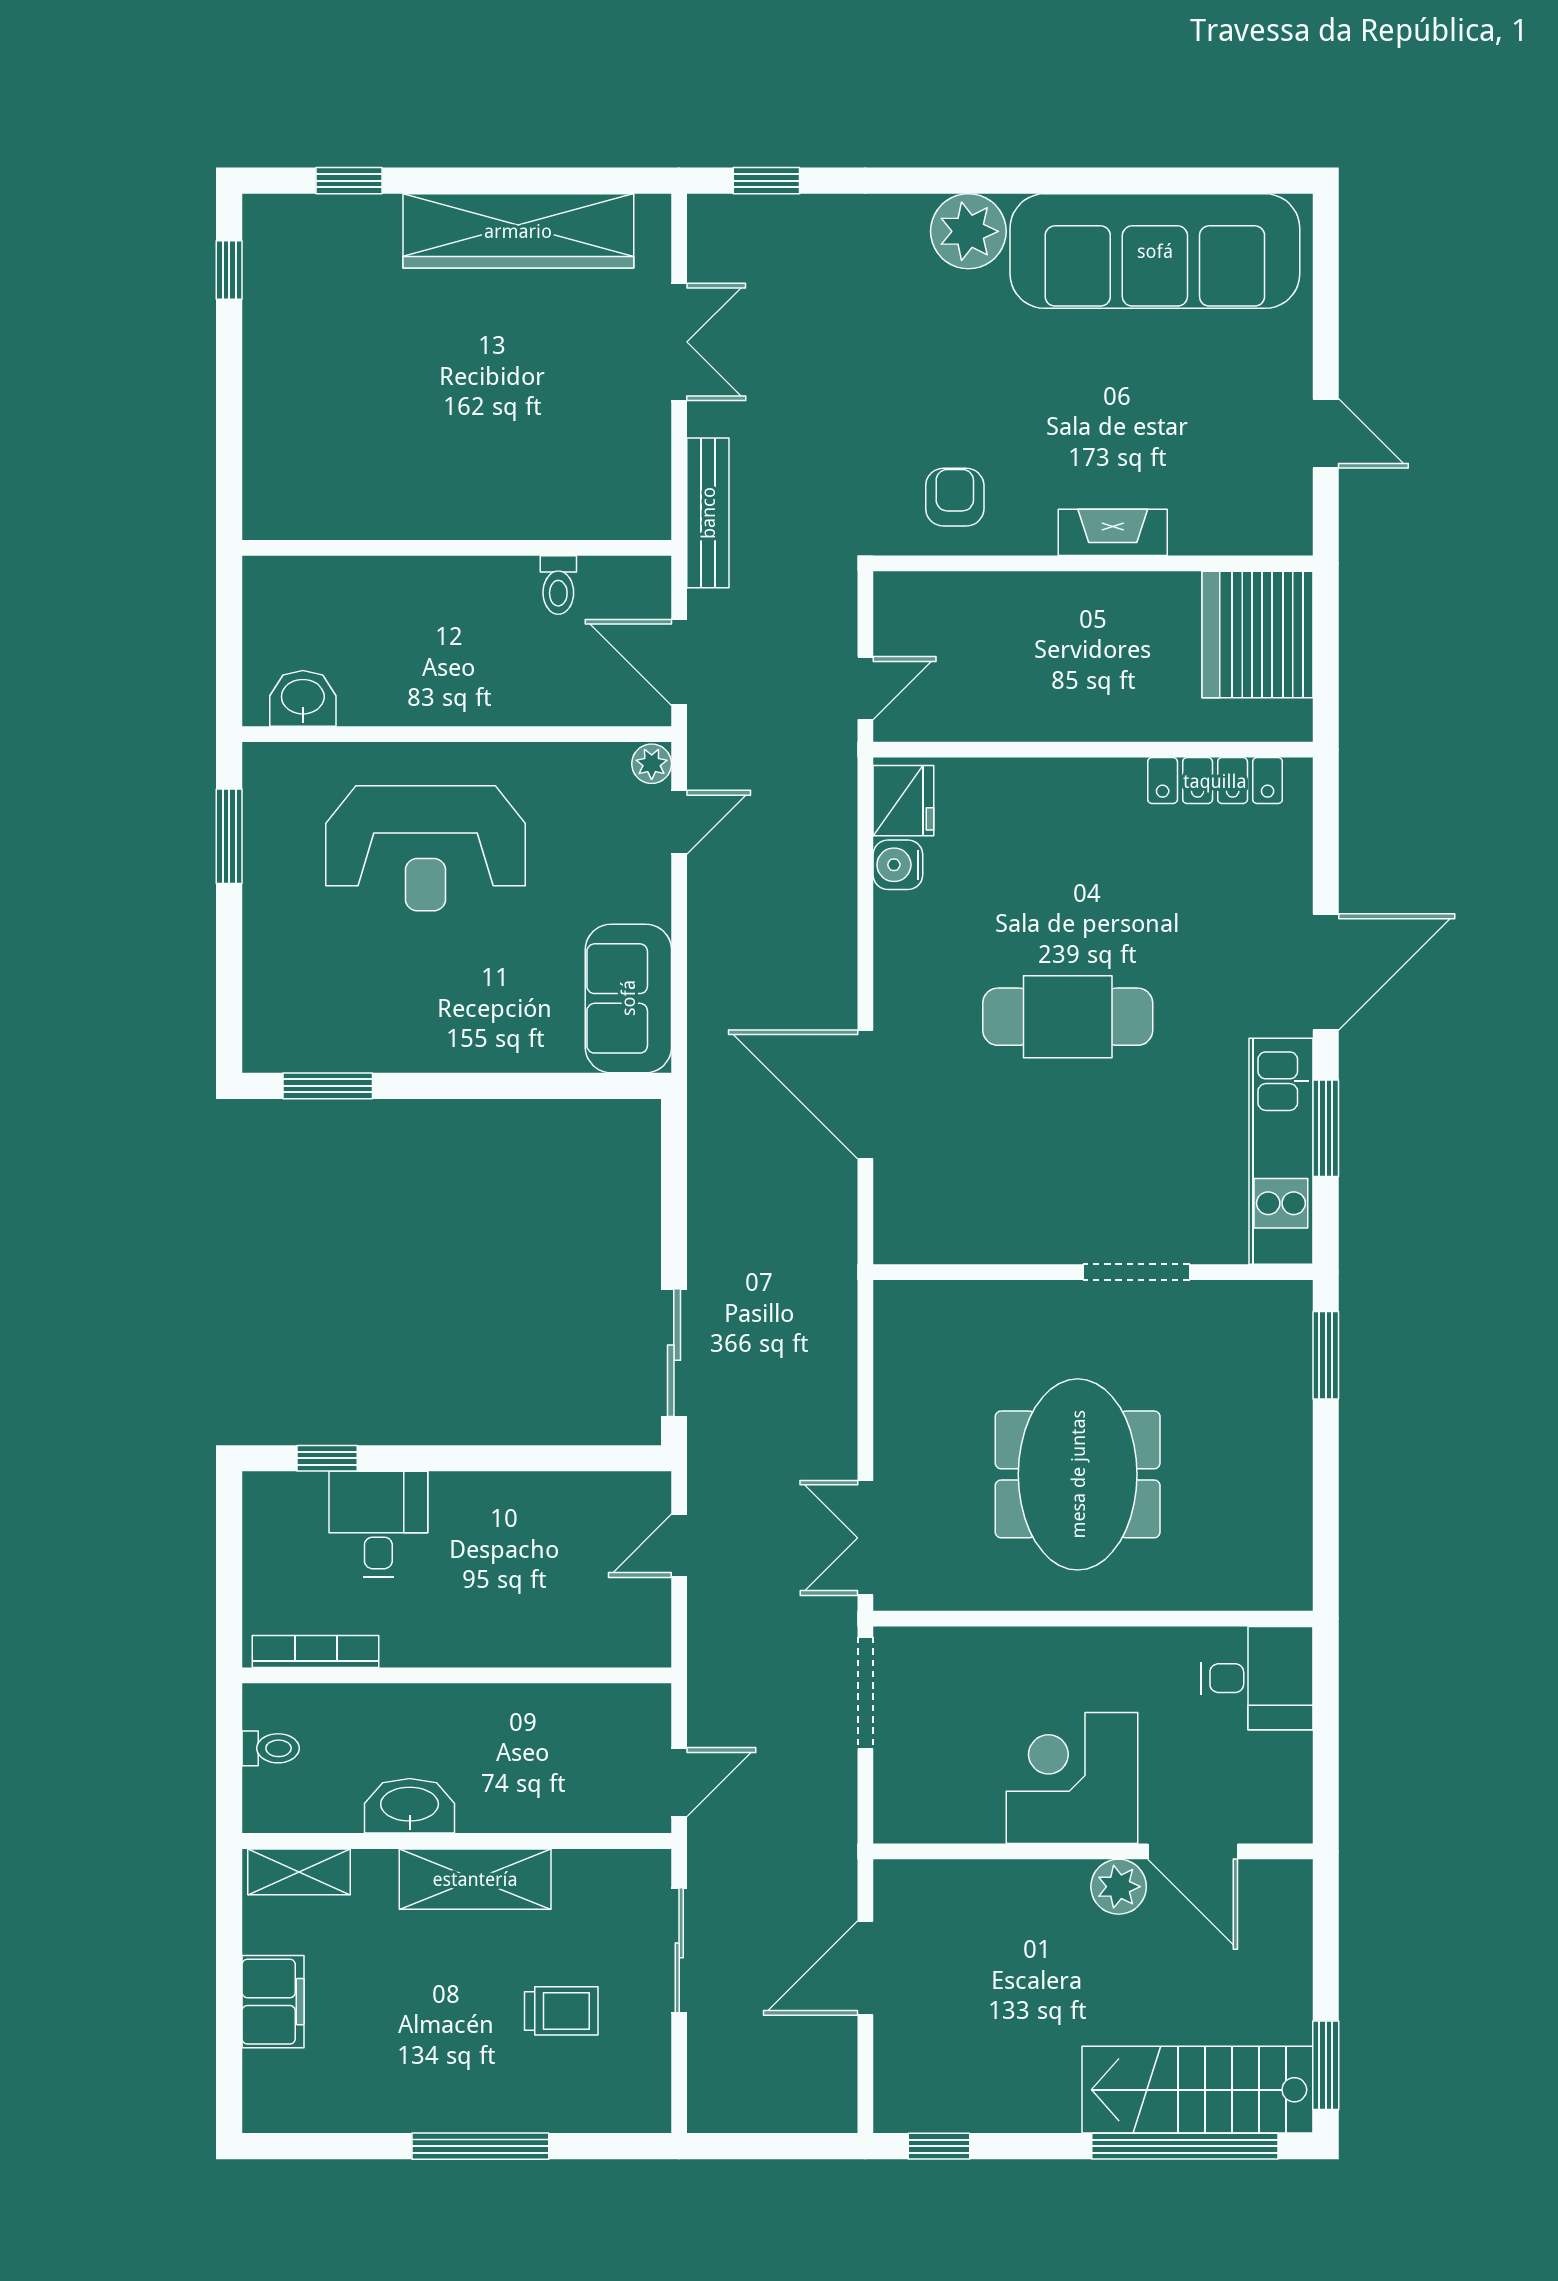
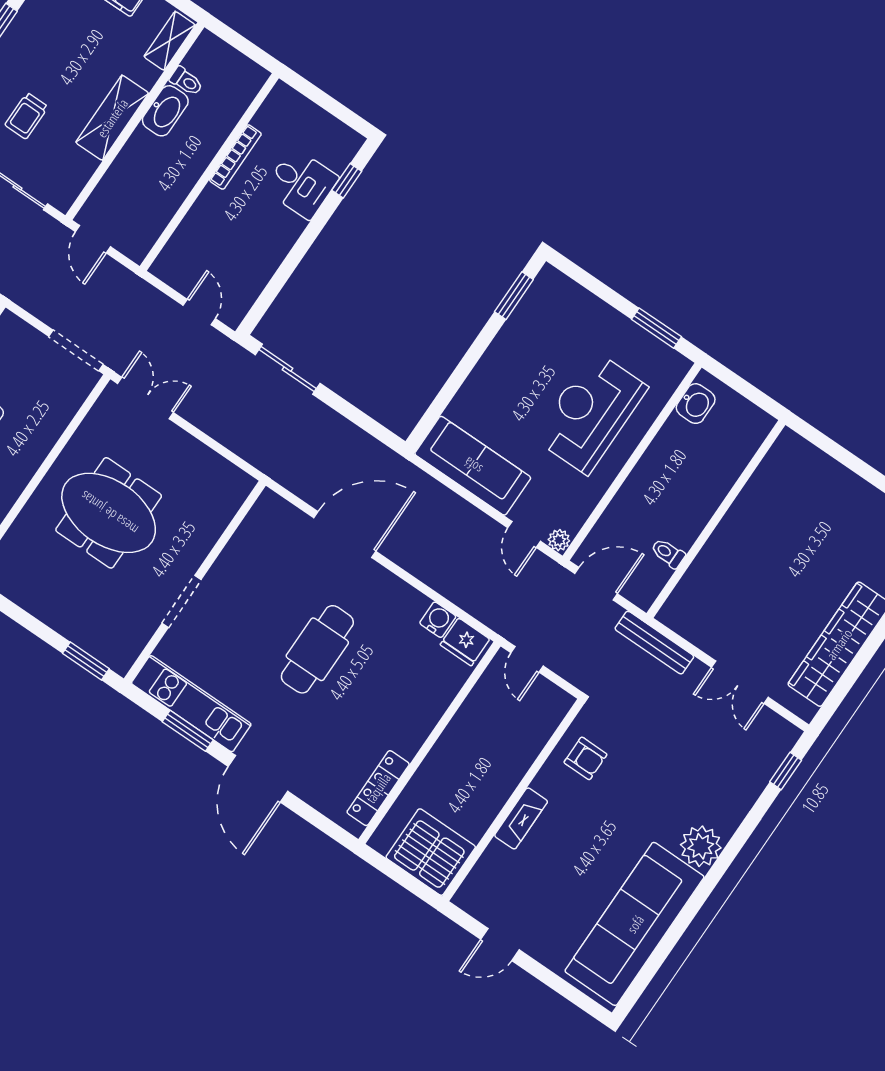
sofa: (628, 998) -> (473, 466), width x1.36
bookcase: (316, 1652) -> (235, 157), moved
toilet: (271, 1748) -> (186, 81), moved, turned -90

